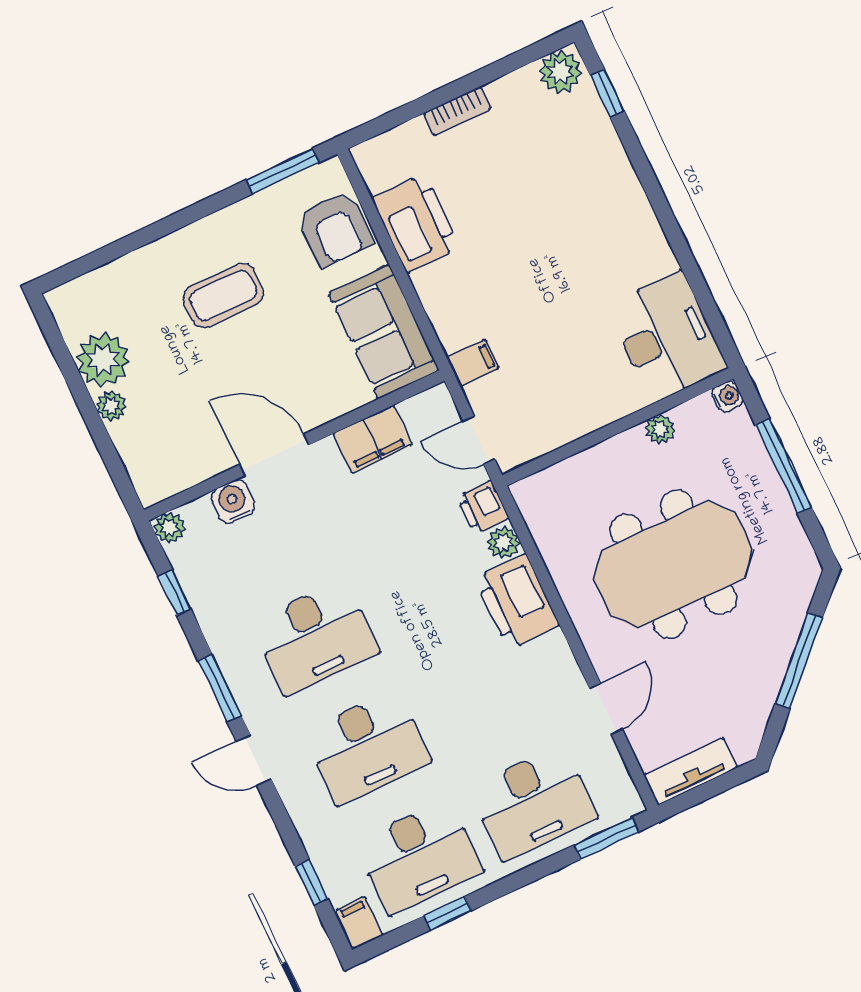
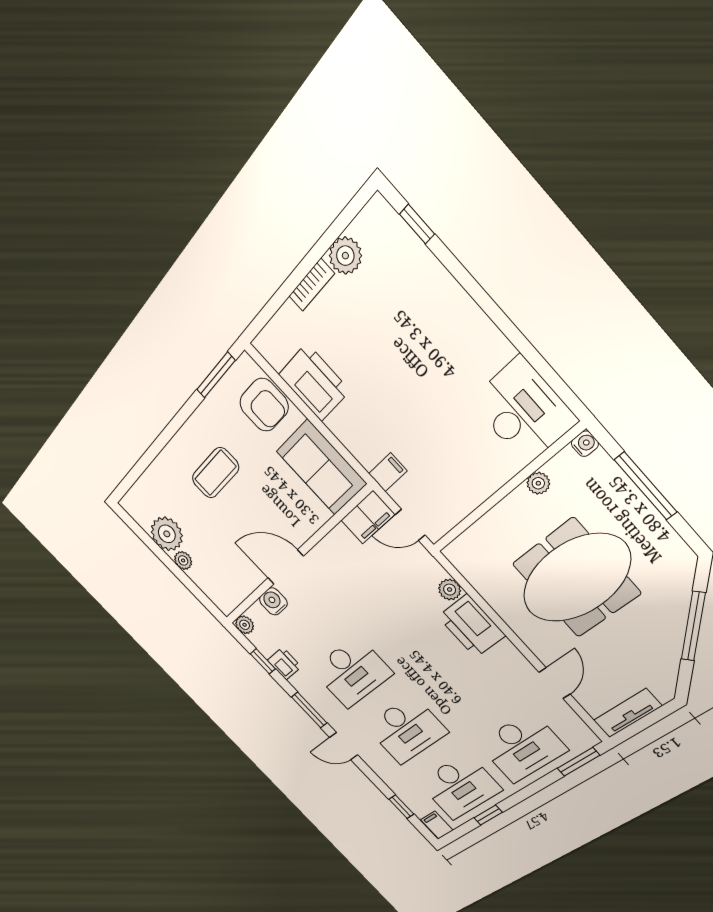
plant: (560, 72) -> (345, 256), moved
filing cabinet: (373, 439) -> (368, 517), moved
printer: (483, 508) -> (284, 664), moved, turned 180

